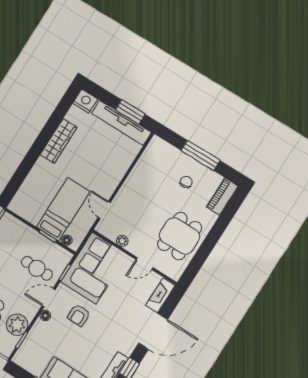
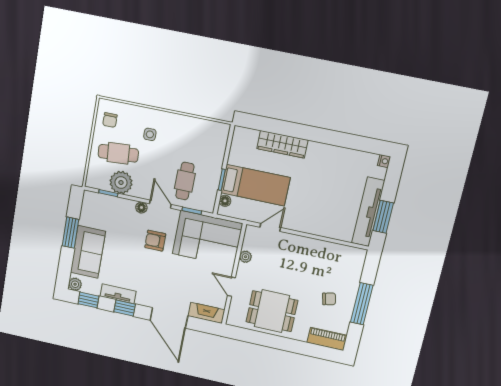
nightstand: (85, 101) -> (384, 161), width x0.53, depth x0.56
wardrobe: (59, 141) -> (282, 144), moved

